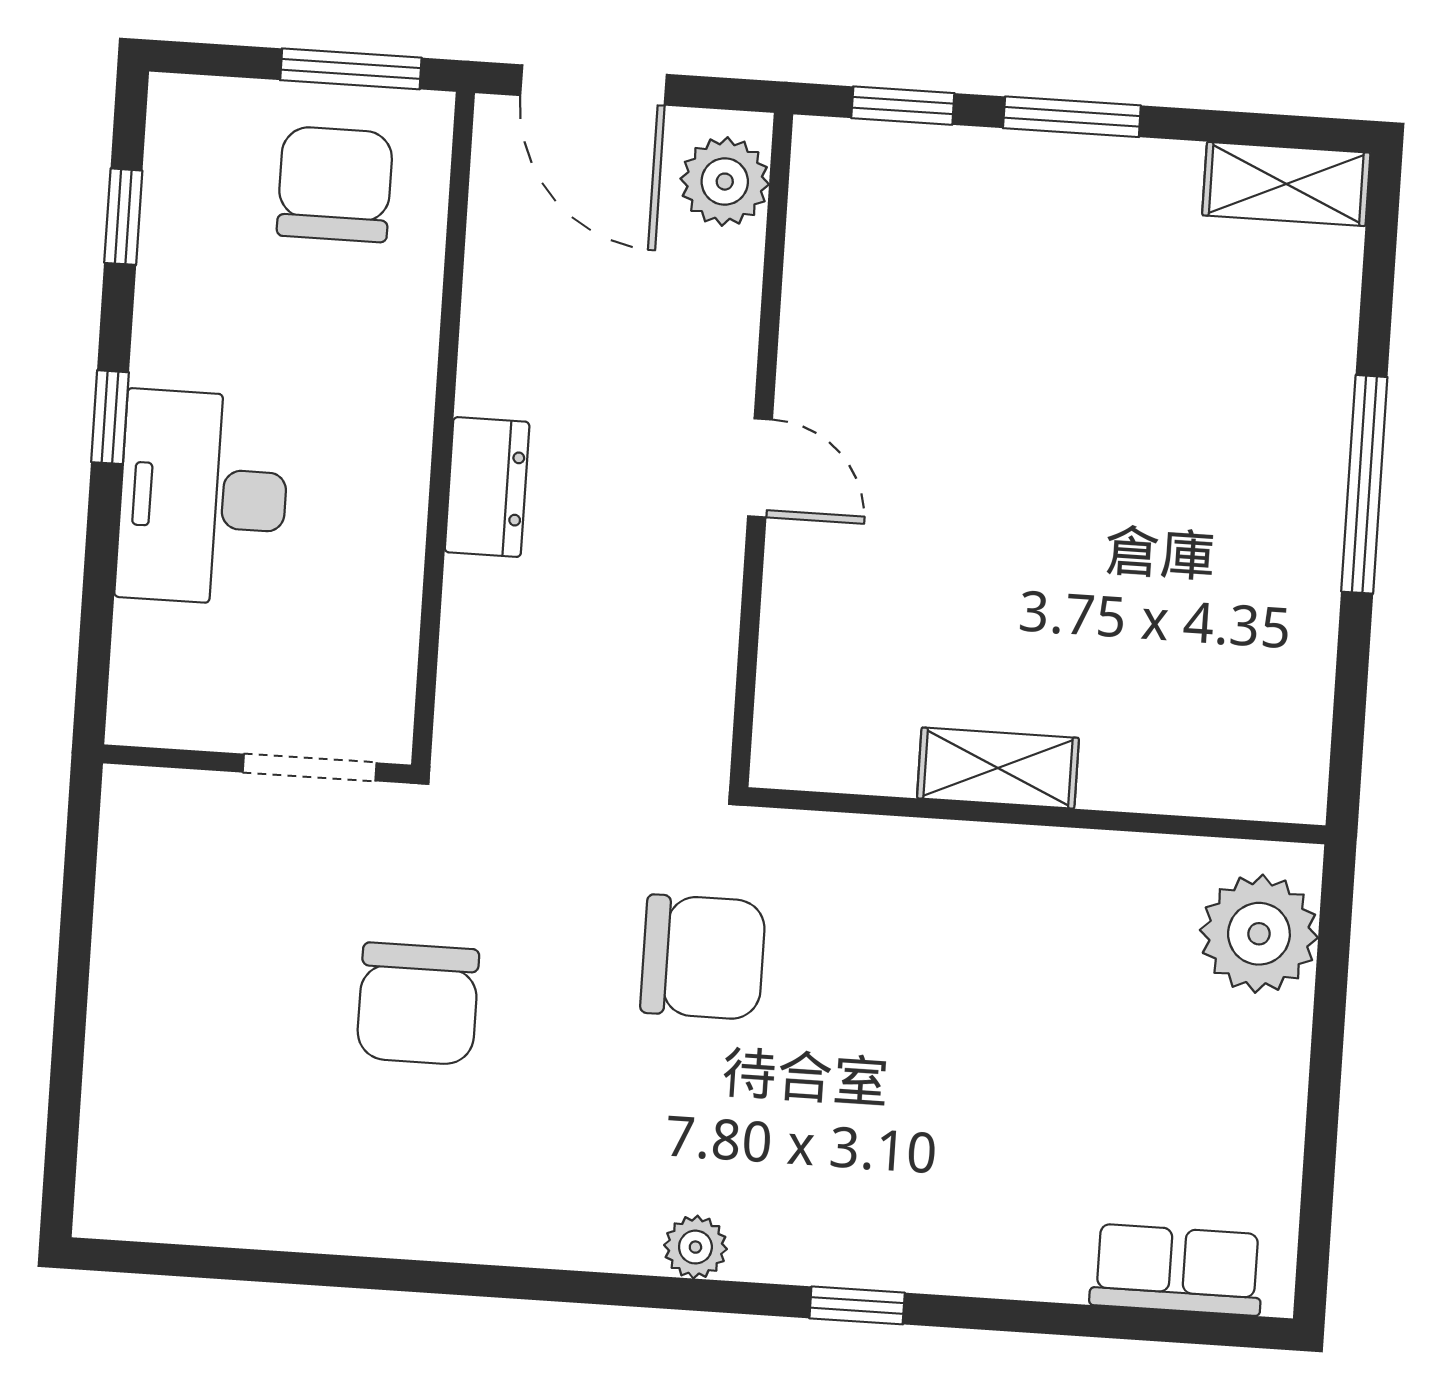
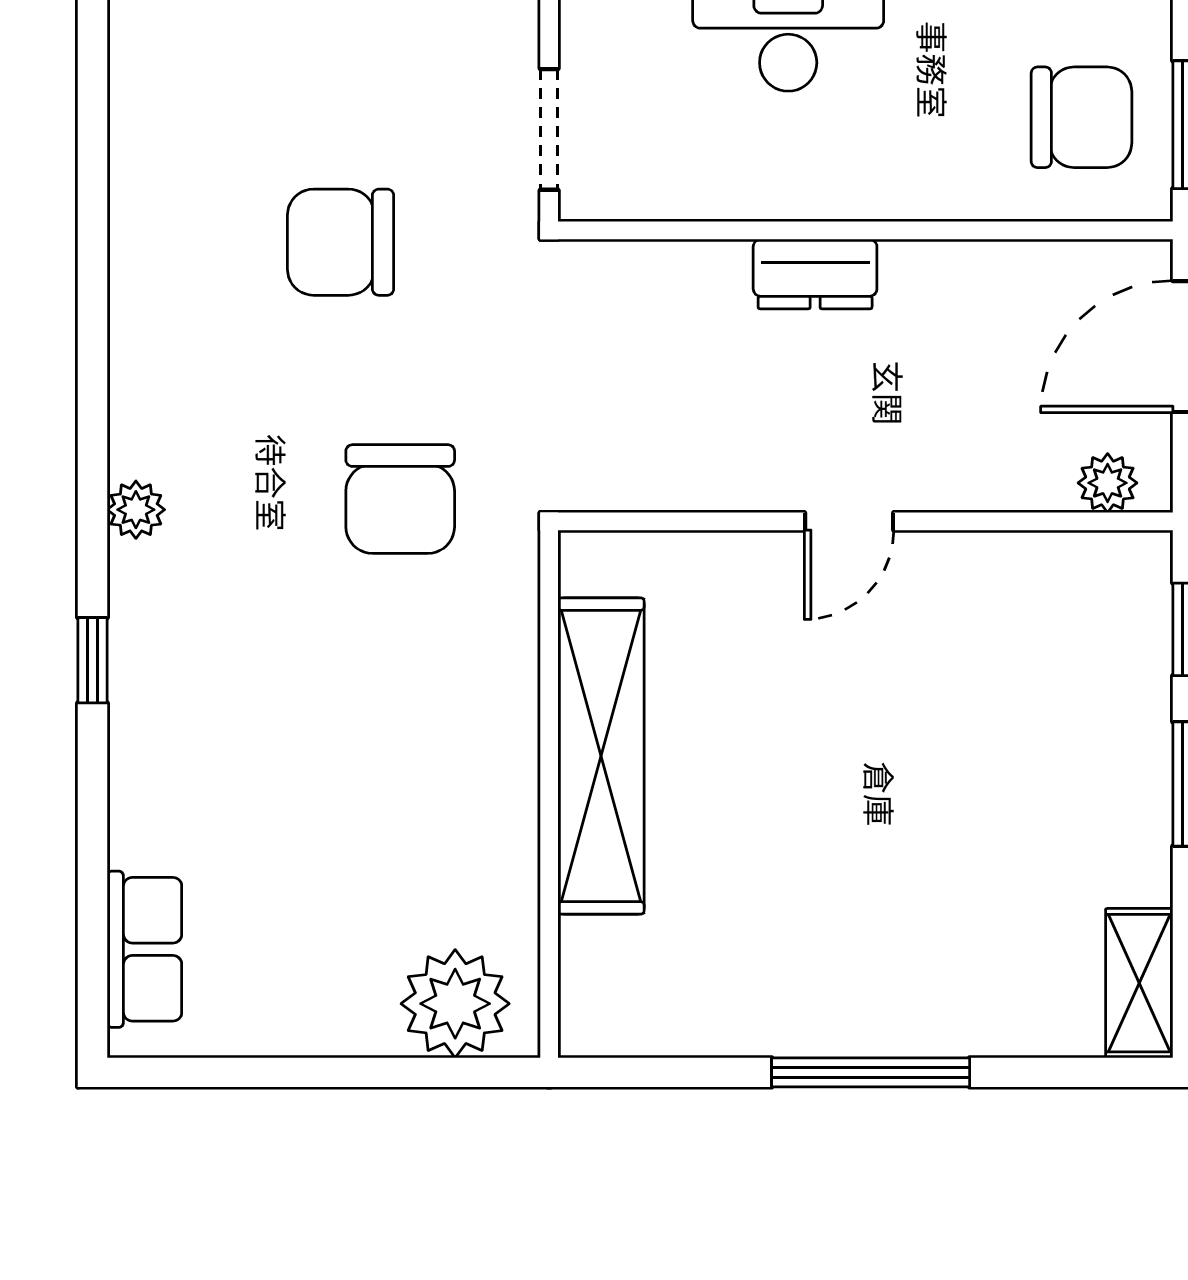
plant: (725, 182) -> (1108, 483), width x0.73, depth x0.73
shelving: (998, 768) -> (601, 756), width x2.20, depth x1.33

